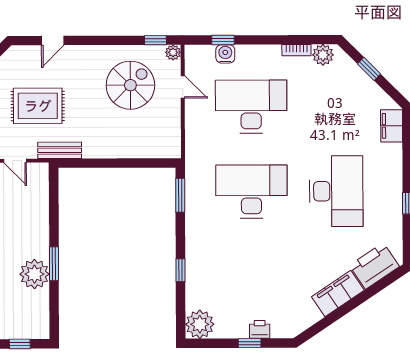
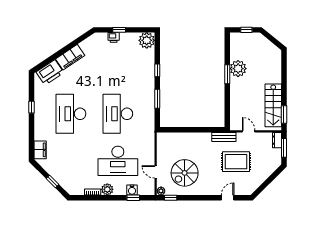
plant: (323, 55) -> (107, 189), moved
desk: (251, 191) -> (118, 114), turned 90
window: (180, 195) -> (157, 99), moved

